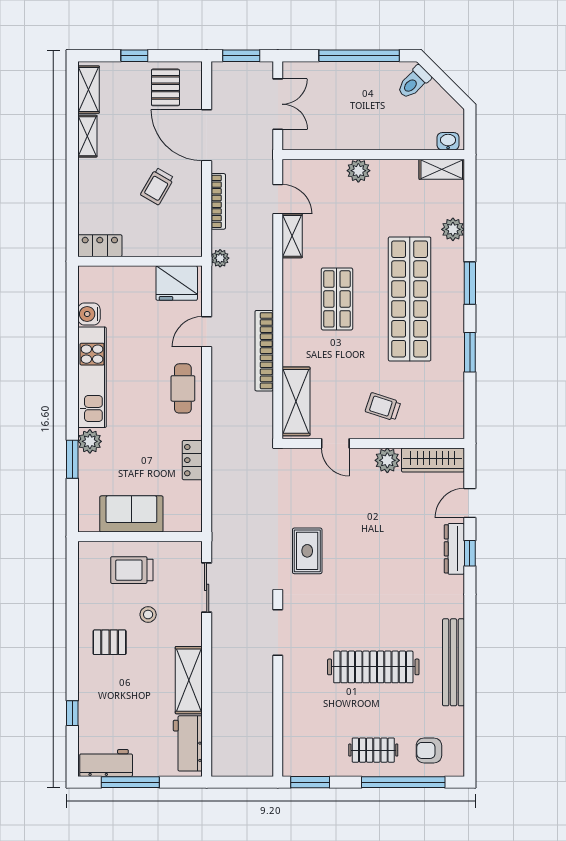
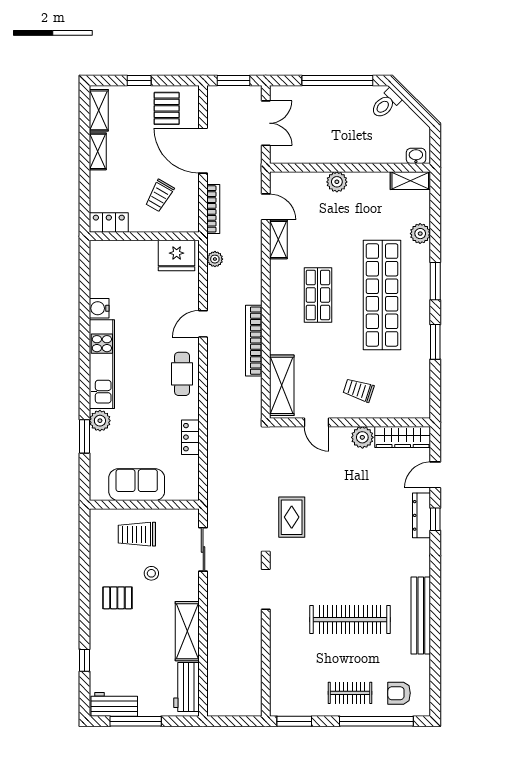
locker: (100, 246) -> (109, 222), moved
wall: (140, 261) -> (144, 236), moved
fridge: (177, 283) -> (177, 255), moved

